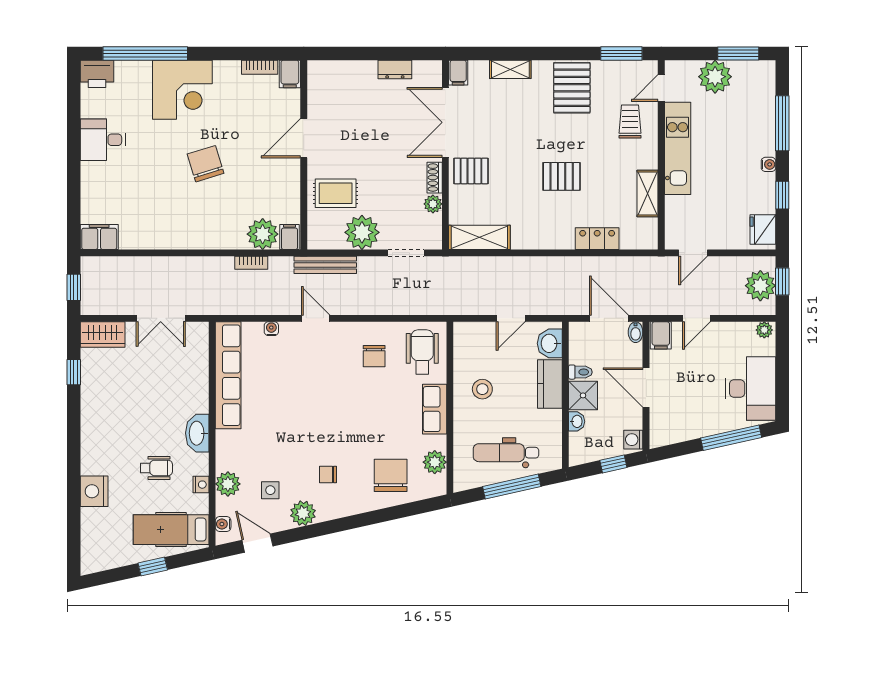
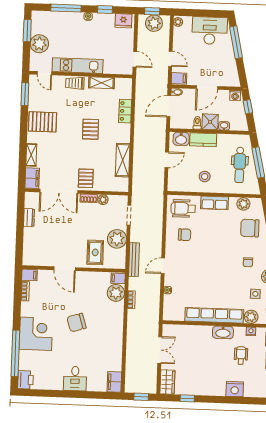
filing cabinet: (458, 73) -> (32, 178), width x2.00
trolley: (630, 121) -> (75, 83), moved
desk: (103, 140) -> (75, 379), moved
shelving: (479, 237) -> (123, 160), moved
door: (511, 318) -> (167, 160), hinge flipped
row of seats: (228, 375) -> (214, 315), moved
nightstand: (94, 491) -> (235, 389), moved

